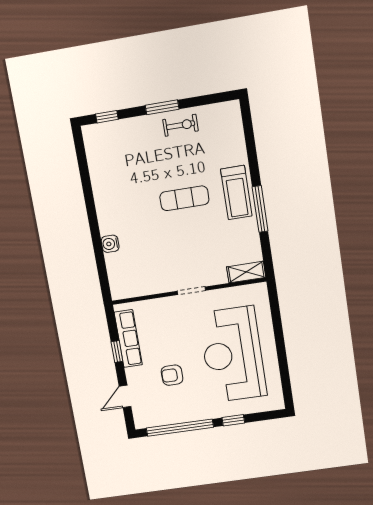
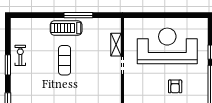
treadmill: (236, 193) -> (66, 28), turned 180
shelving: (246, 272) -> (116, 45), moved
reception desk: (233, 354) -> (167, 46), turned 180

